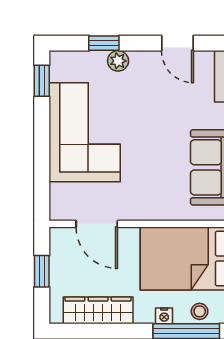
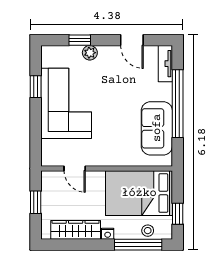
window: (42, 81) -> (36, 87), moved
door: (97, 224) -> (75, 168), width x0.73
nightstand: (164, 316) -> (108, 234), moved

